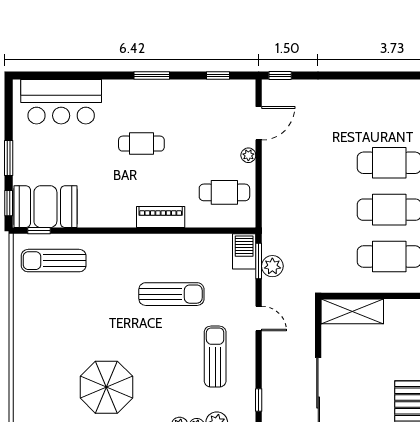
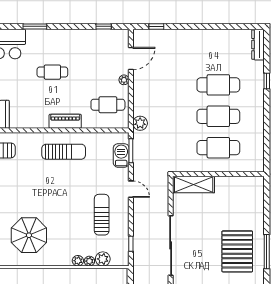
window: (152, 75) -> (35, 26), moved
window: (280, 75) -> (156, 26), moved
barbecue: (244, 251) -> (121, 155), moved
plant: (272, 266) -> (140, 123), moved
sun lounger: (171, 294) -> (64, 152), moved

